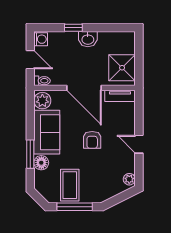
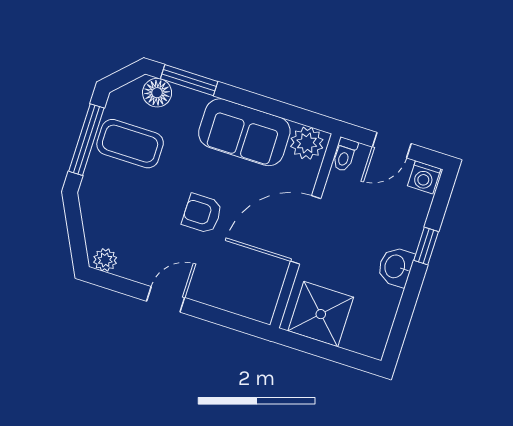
tv unit: (120, 96) -> (269, 293), removed
window: (30, 154) -> (189, 80), moved
floor lamp: (41, 163) -> (157, 93), moved

